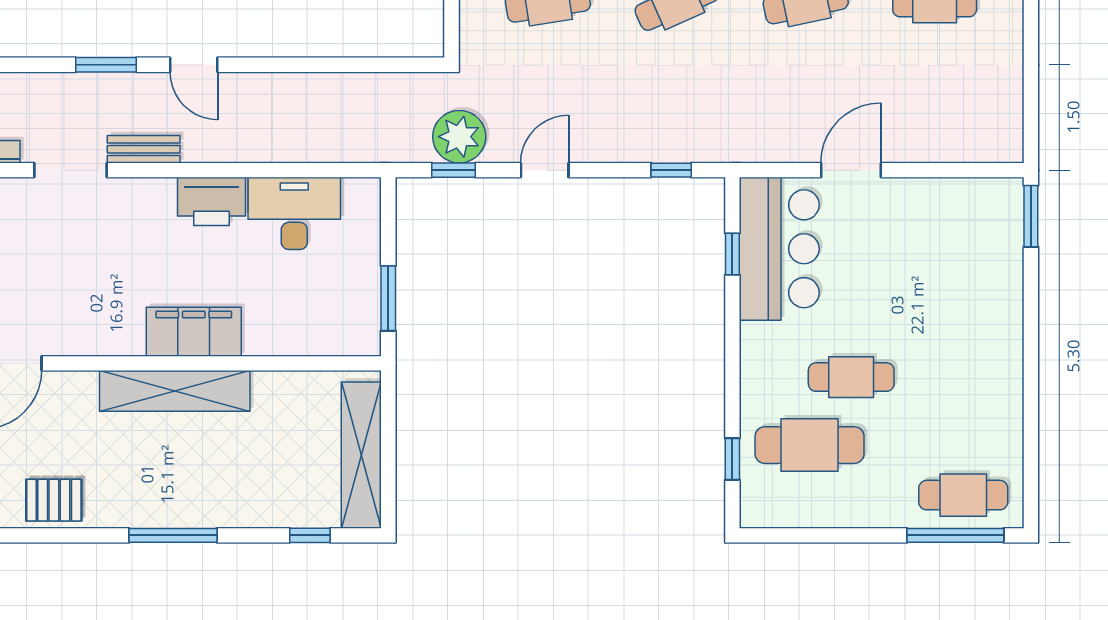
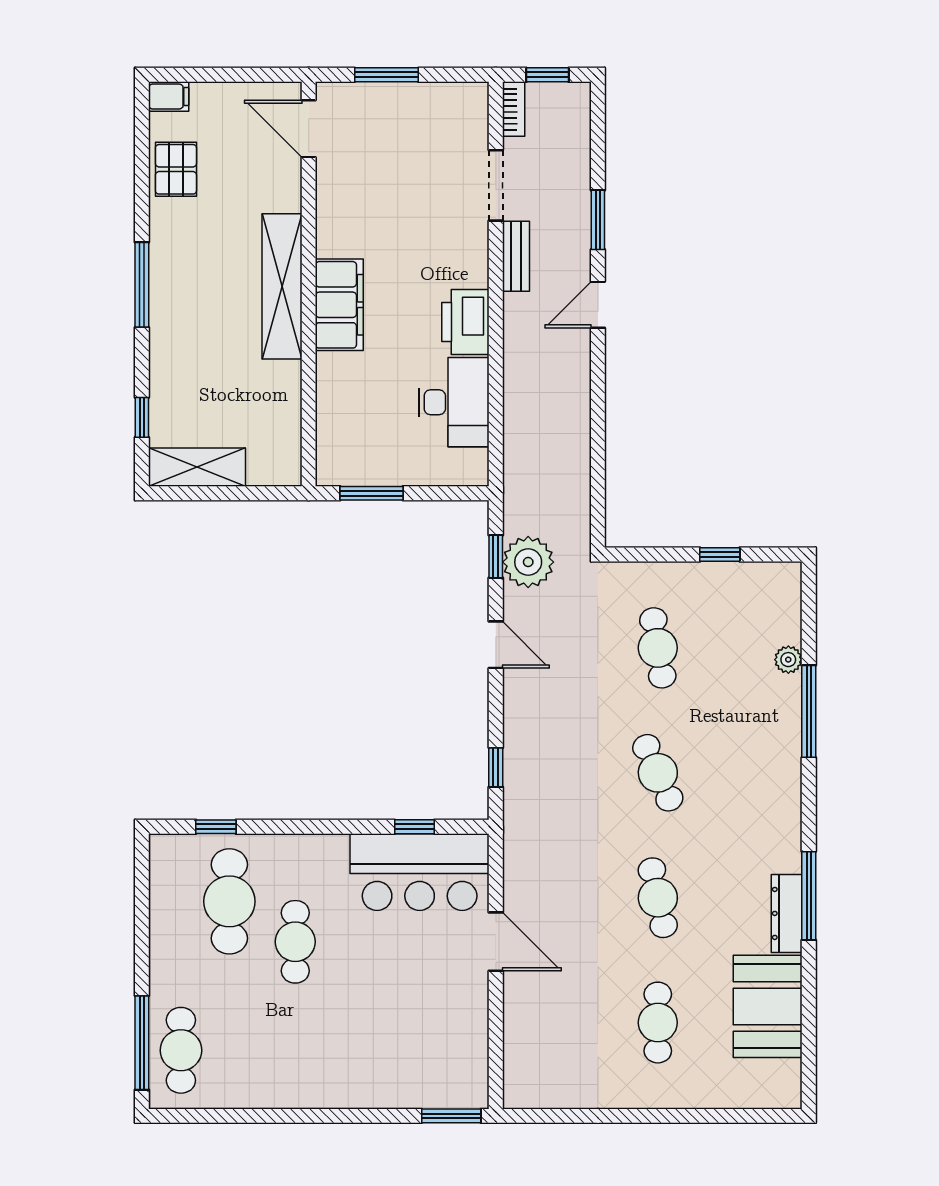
shelving: (361, 455) -> (197, 467), width x0.68

